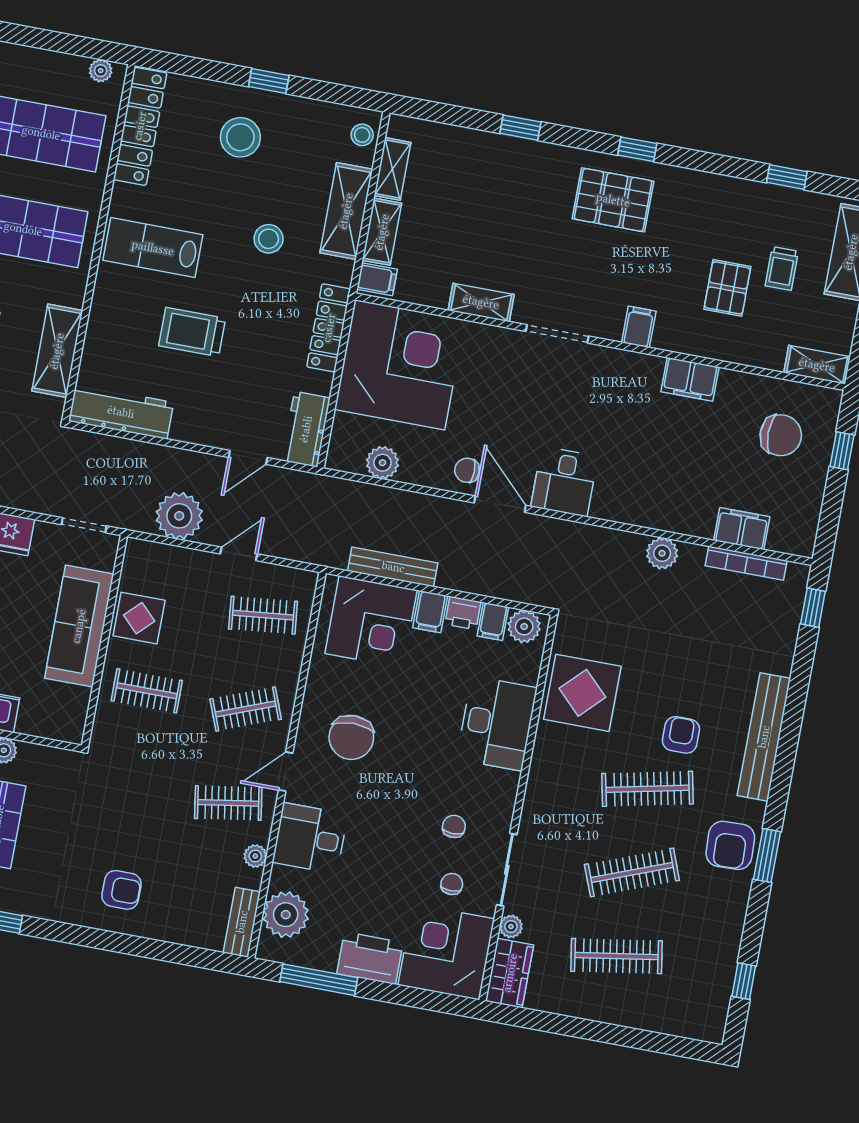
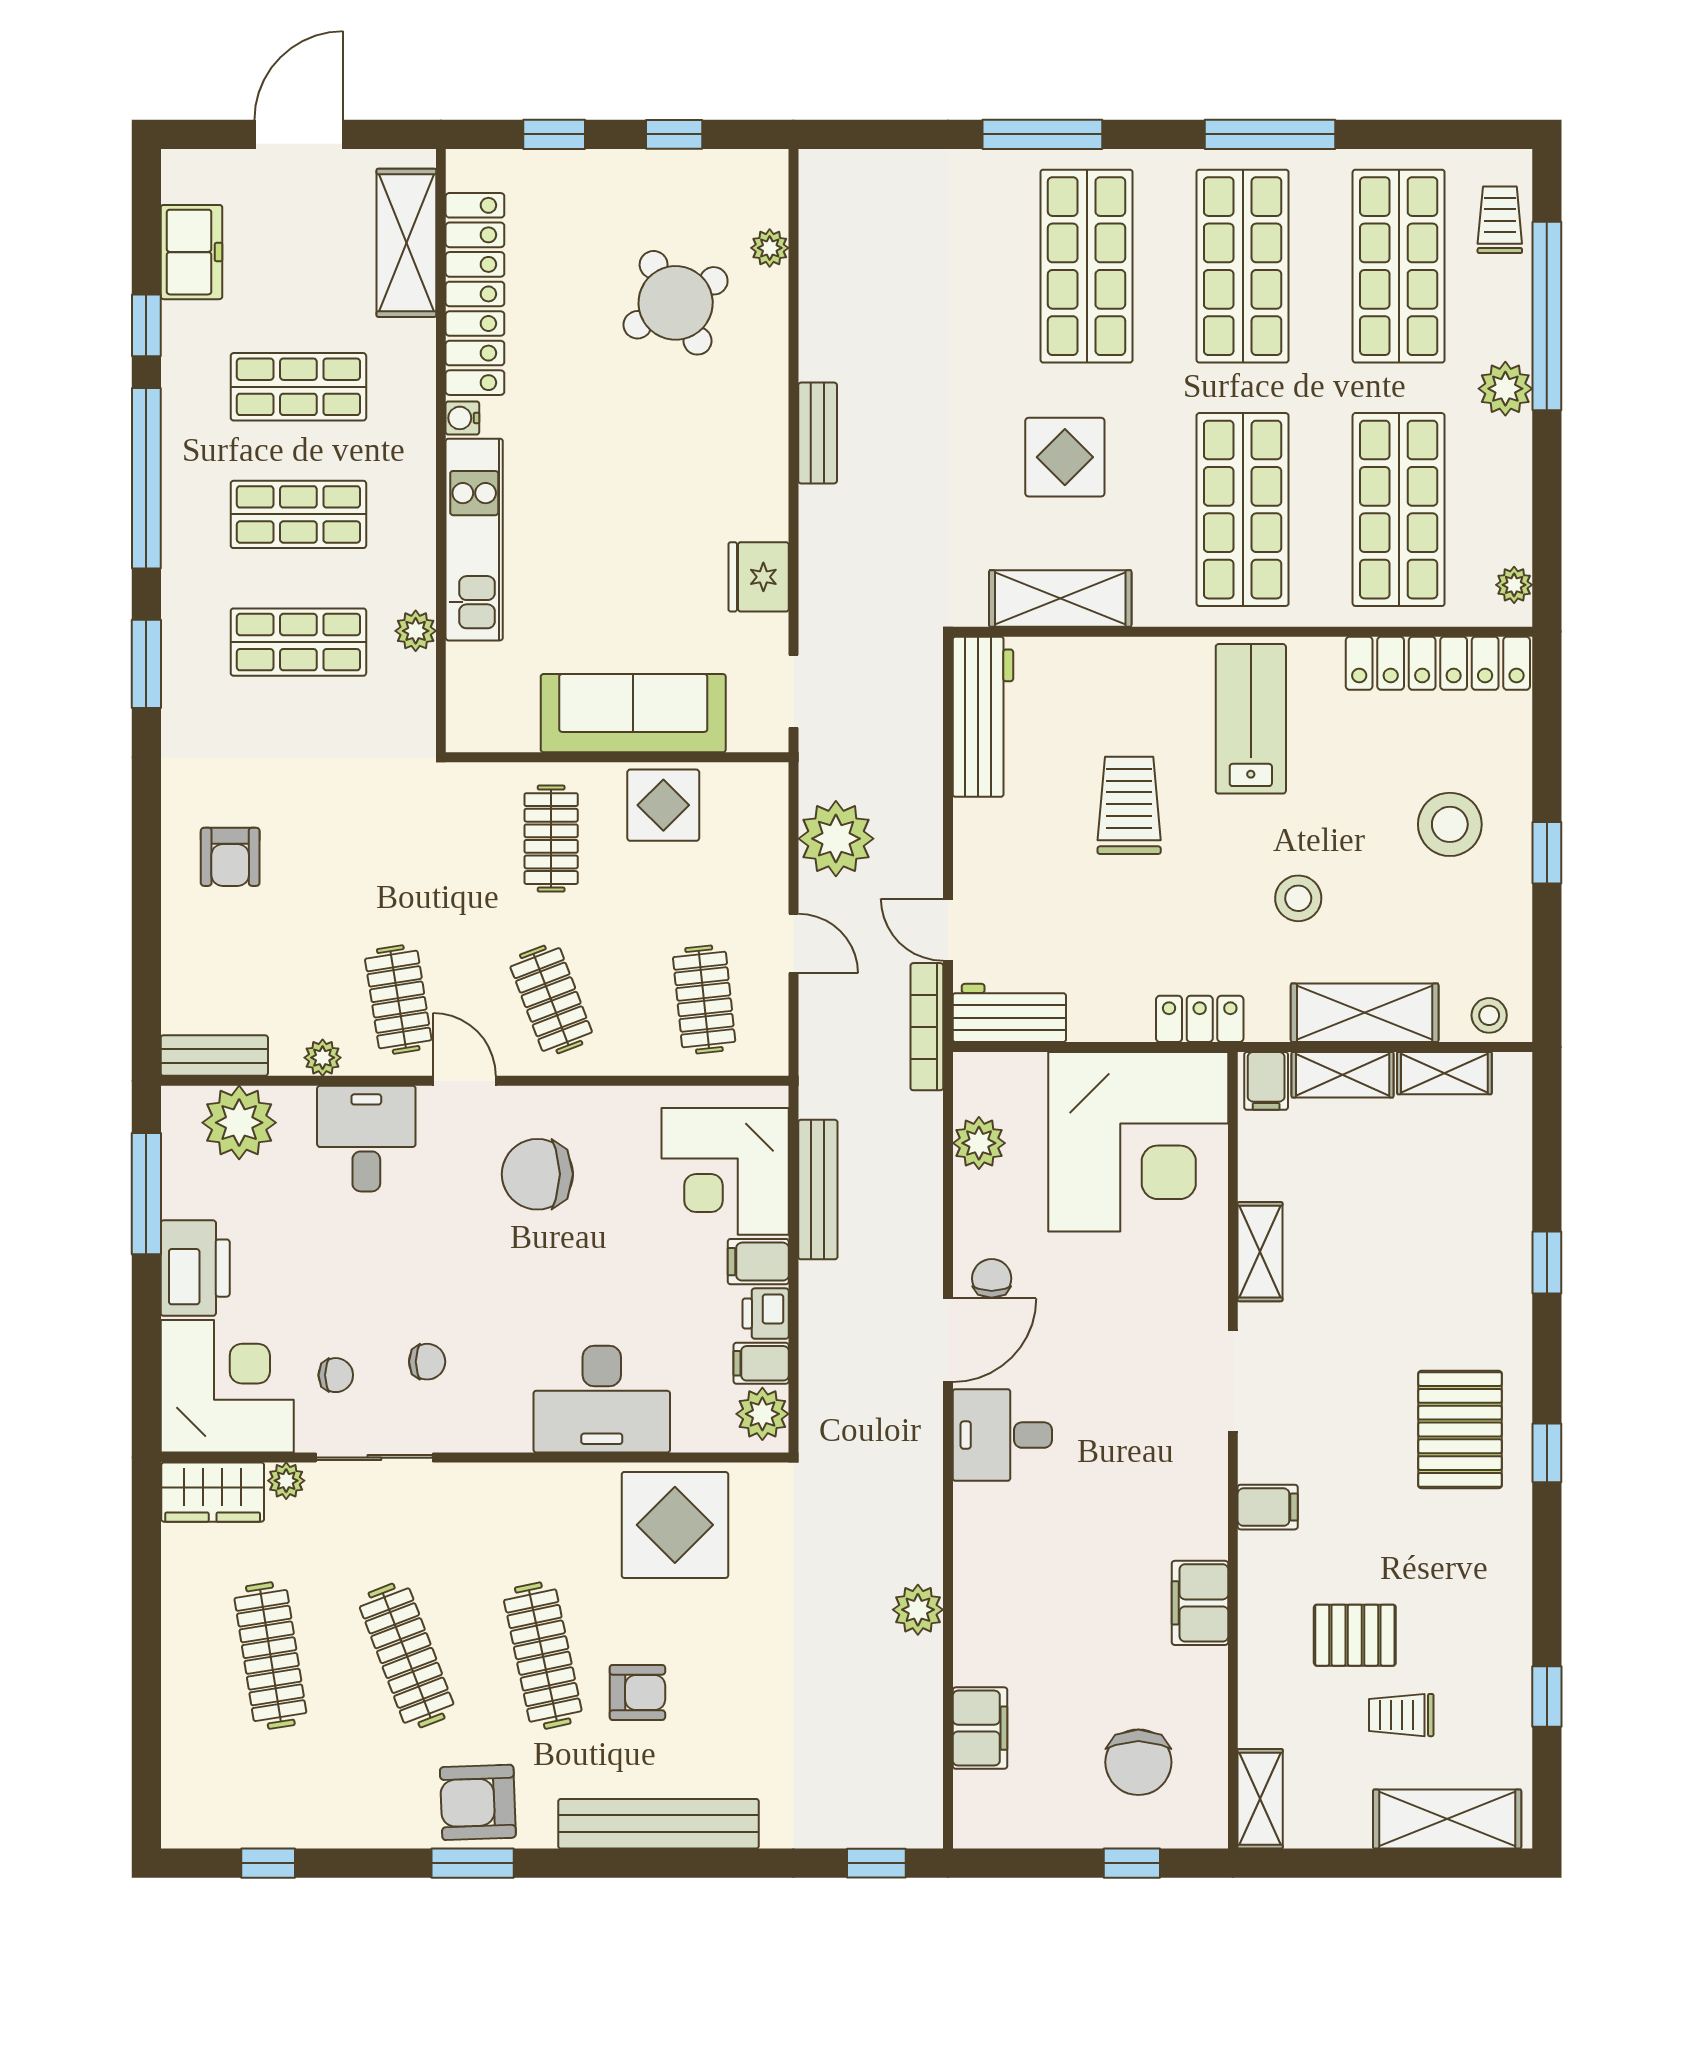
locker: (329, 328) -> (1200, 1019), width x0.66
bookcase: (746, 563) -> (927, 1027), moved

